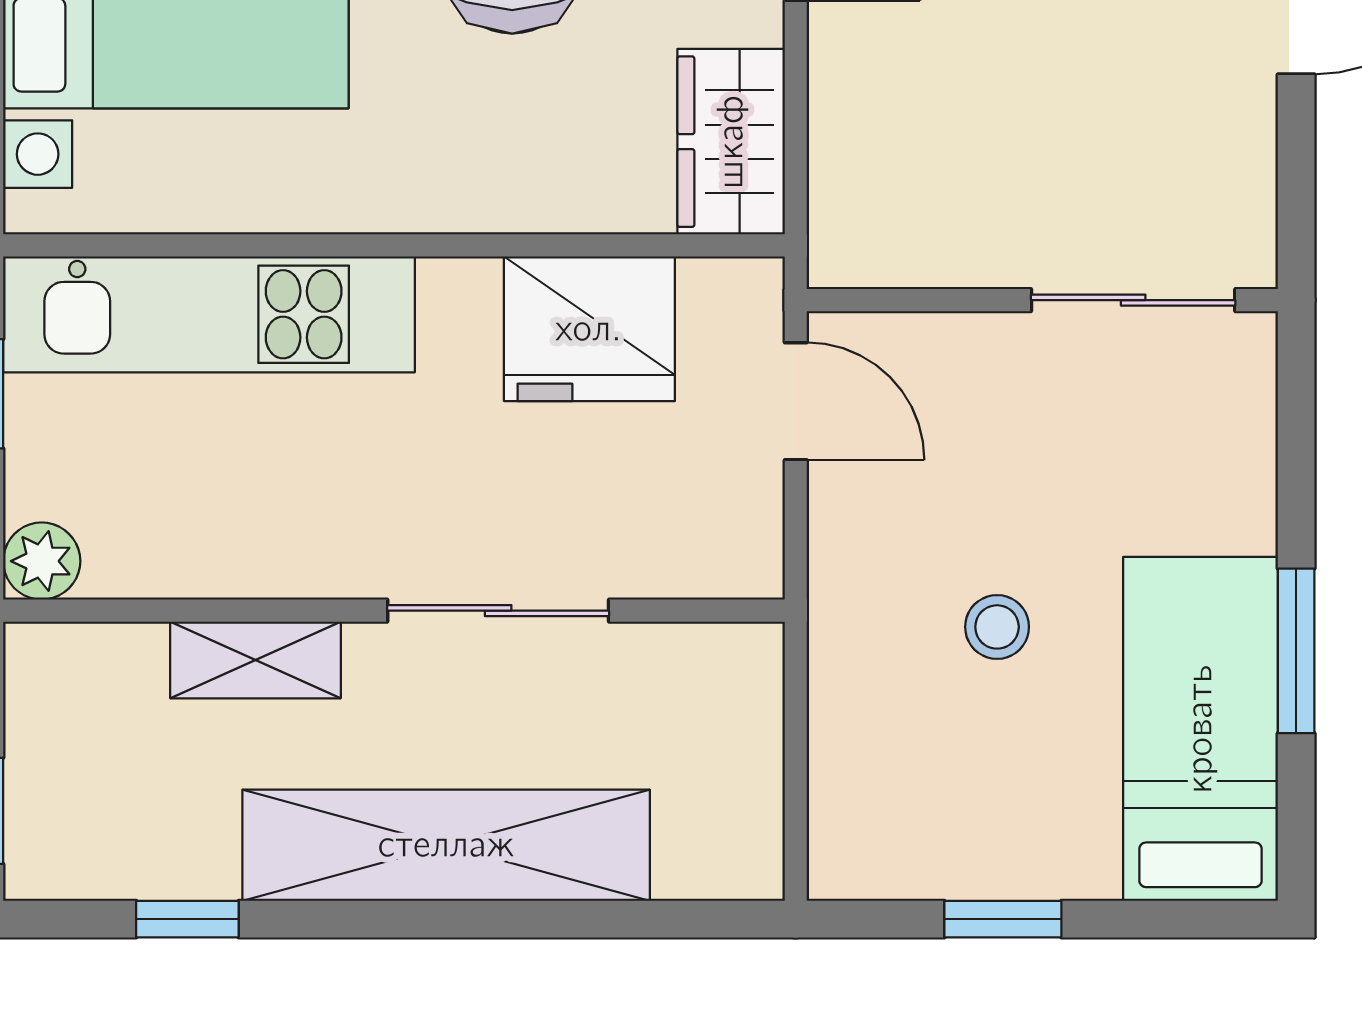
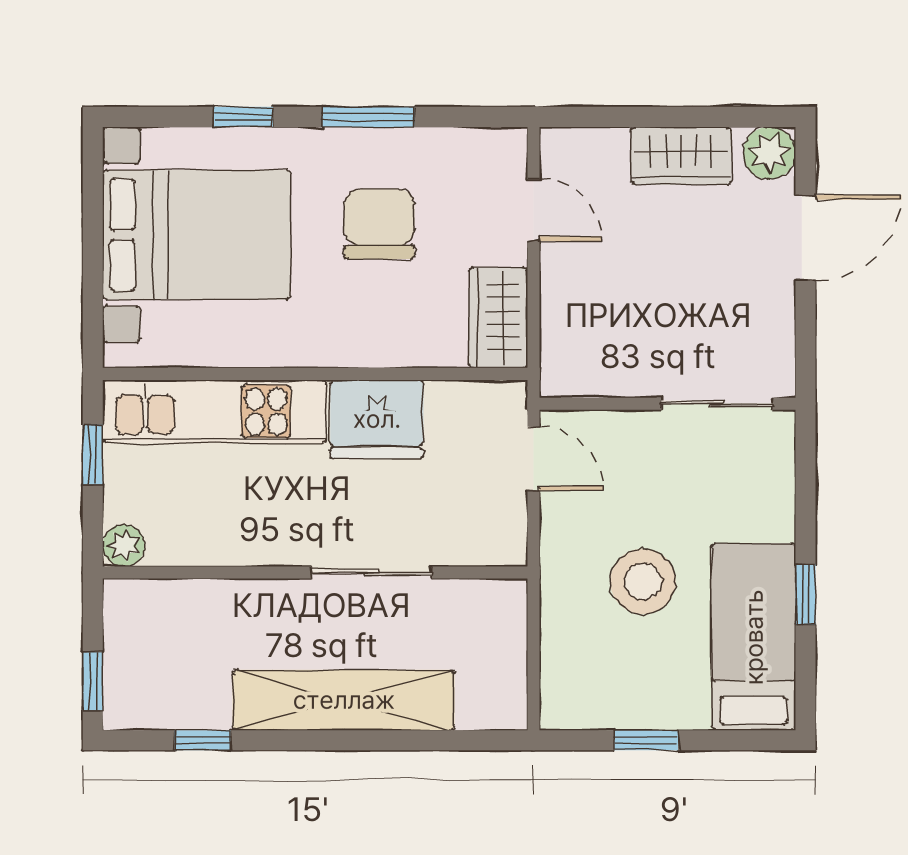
fridge: (589, 329) -> (377, 419), moved
stool: (997, 627) -> (643, 581), width x1.89, depth x1.89
window: (1296, 651) -> (806, 594), width x0.67
shelving: (256, 660) -> (240, 599), removed

